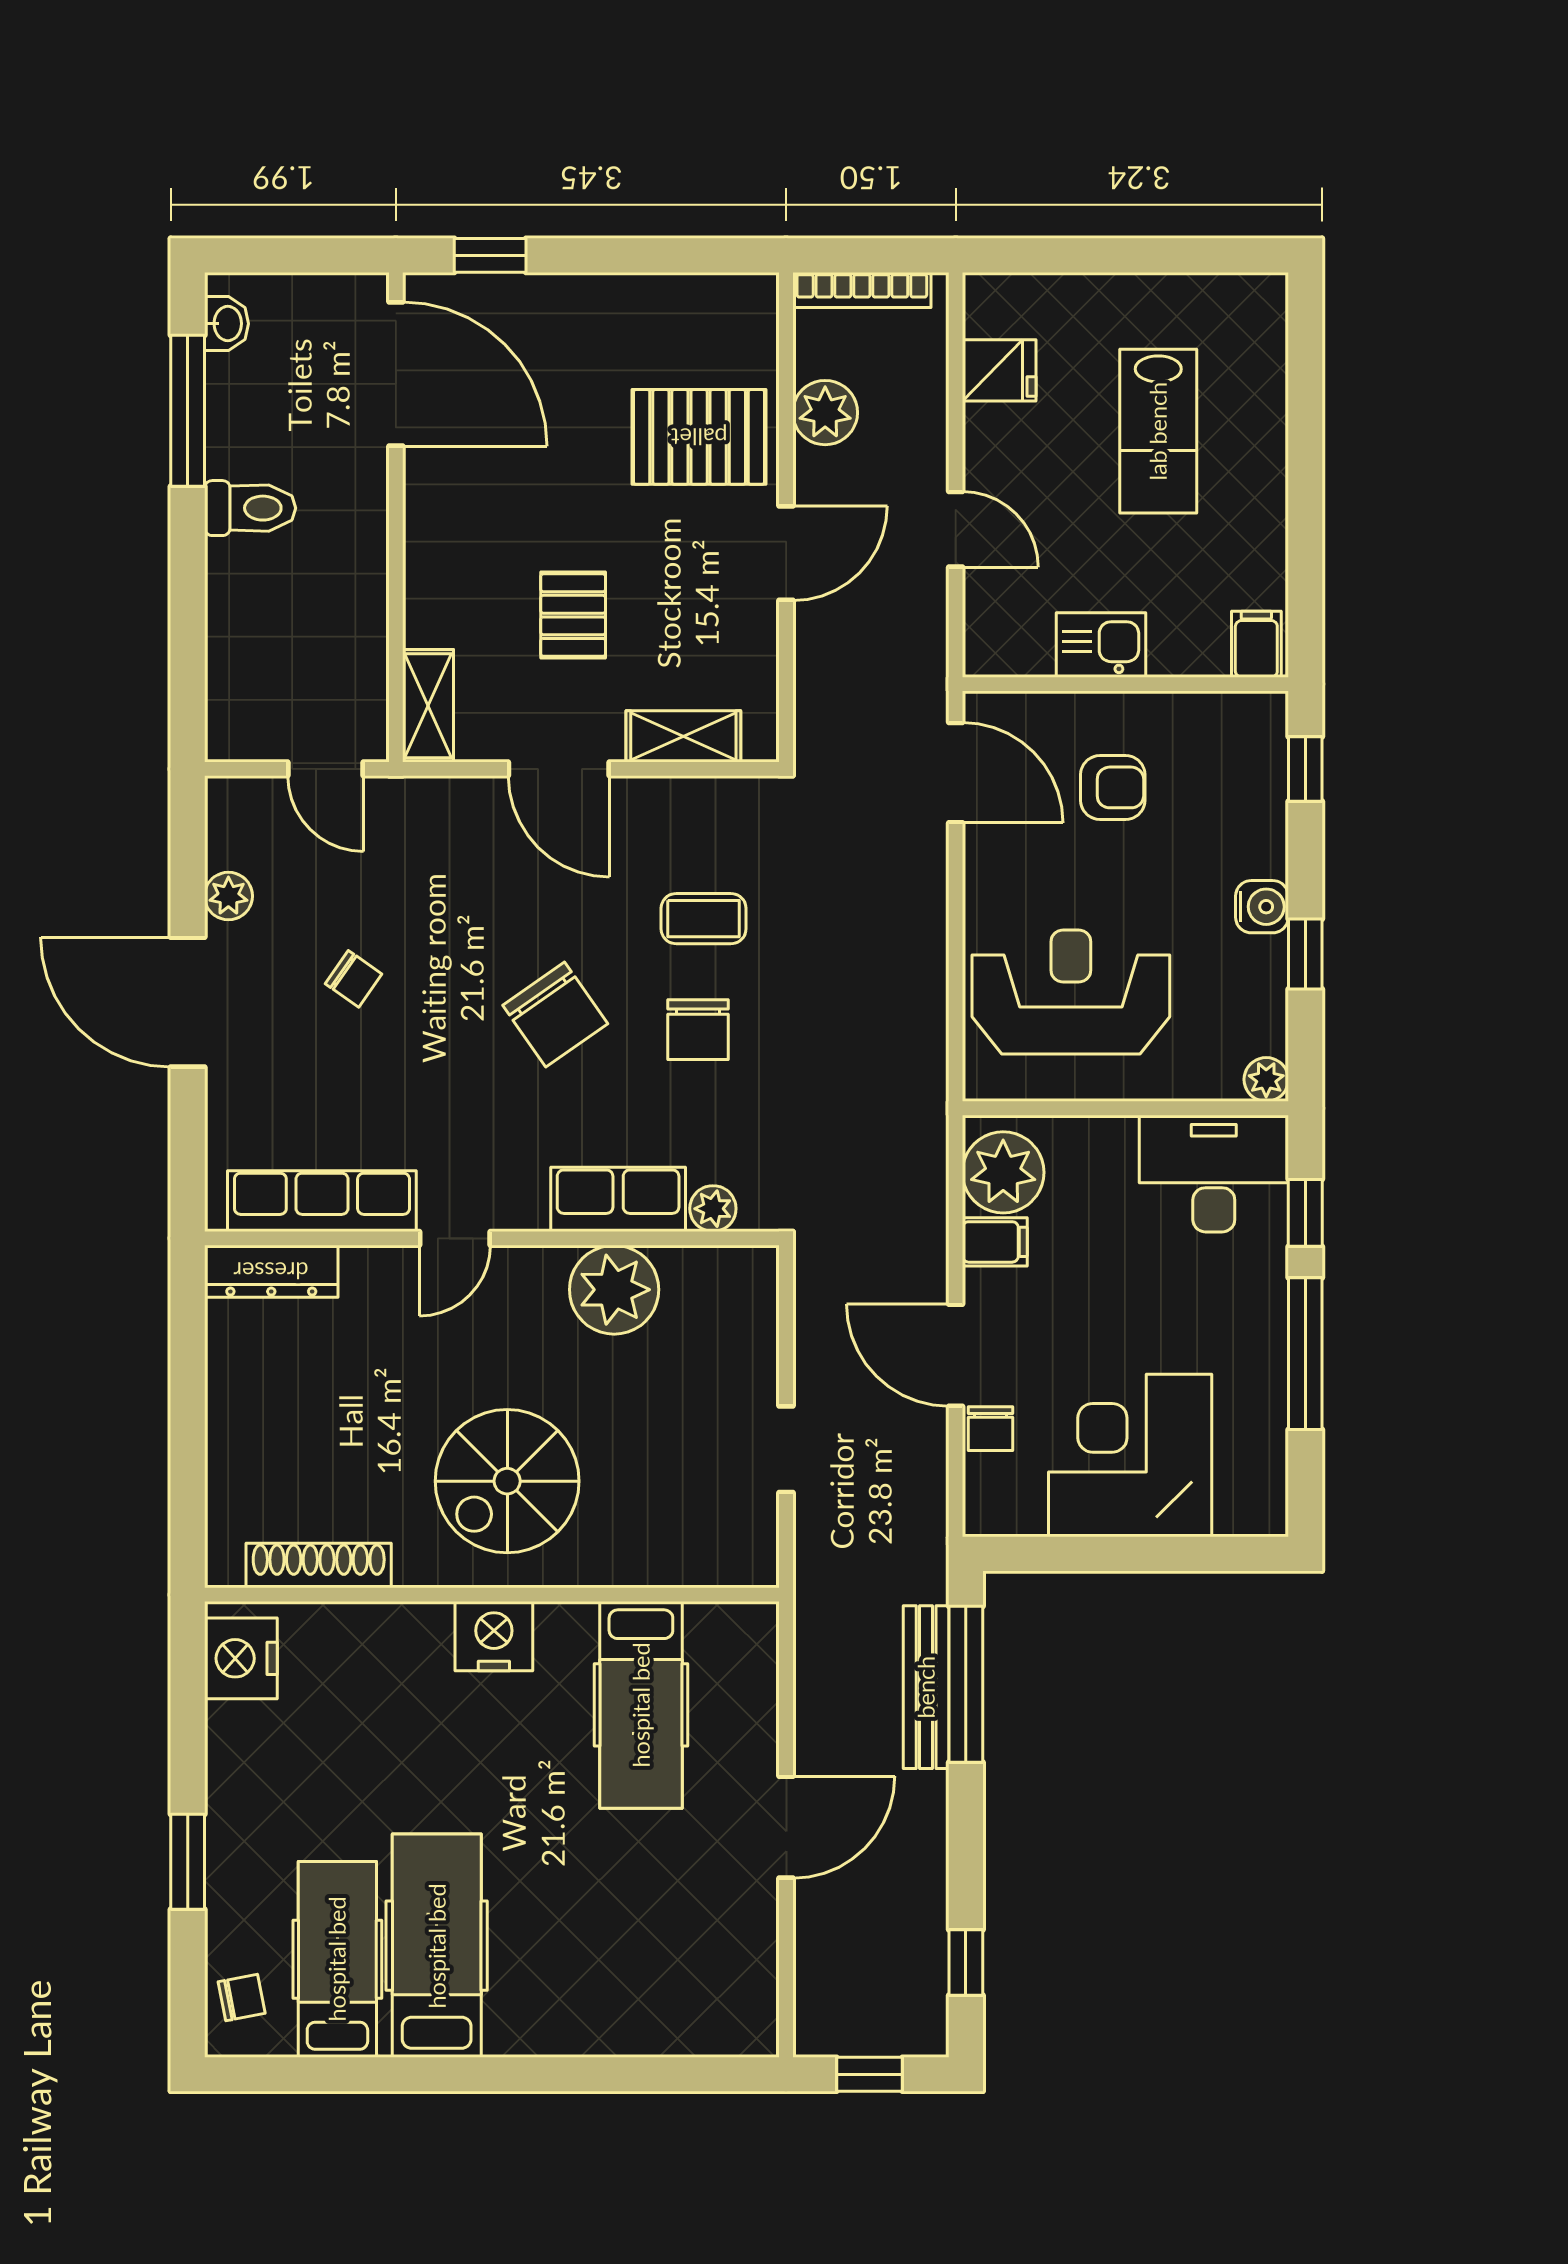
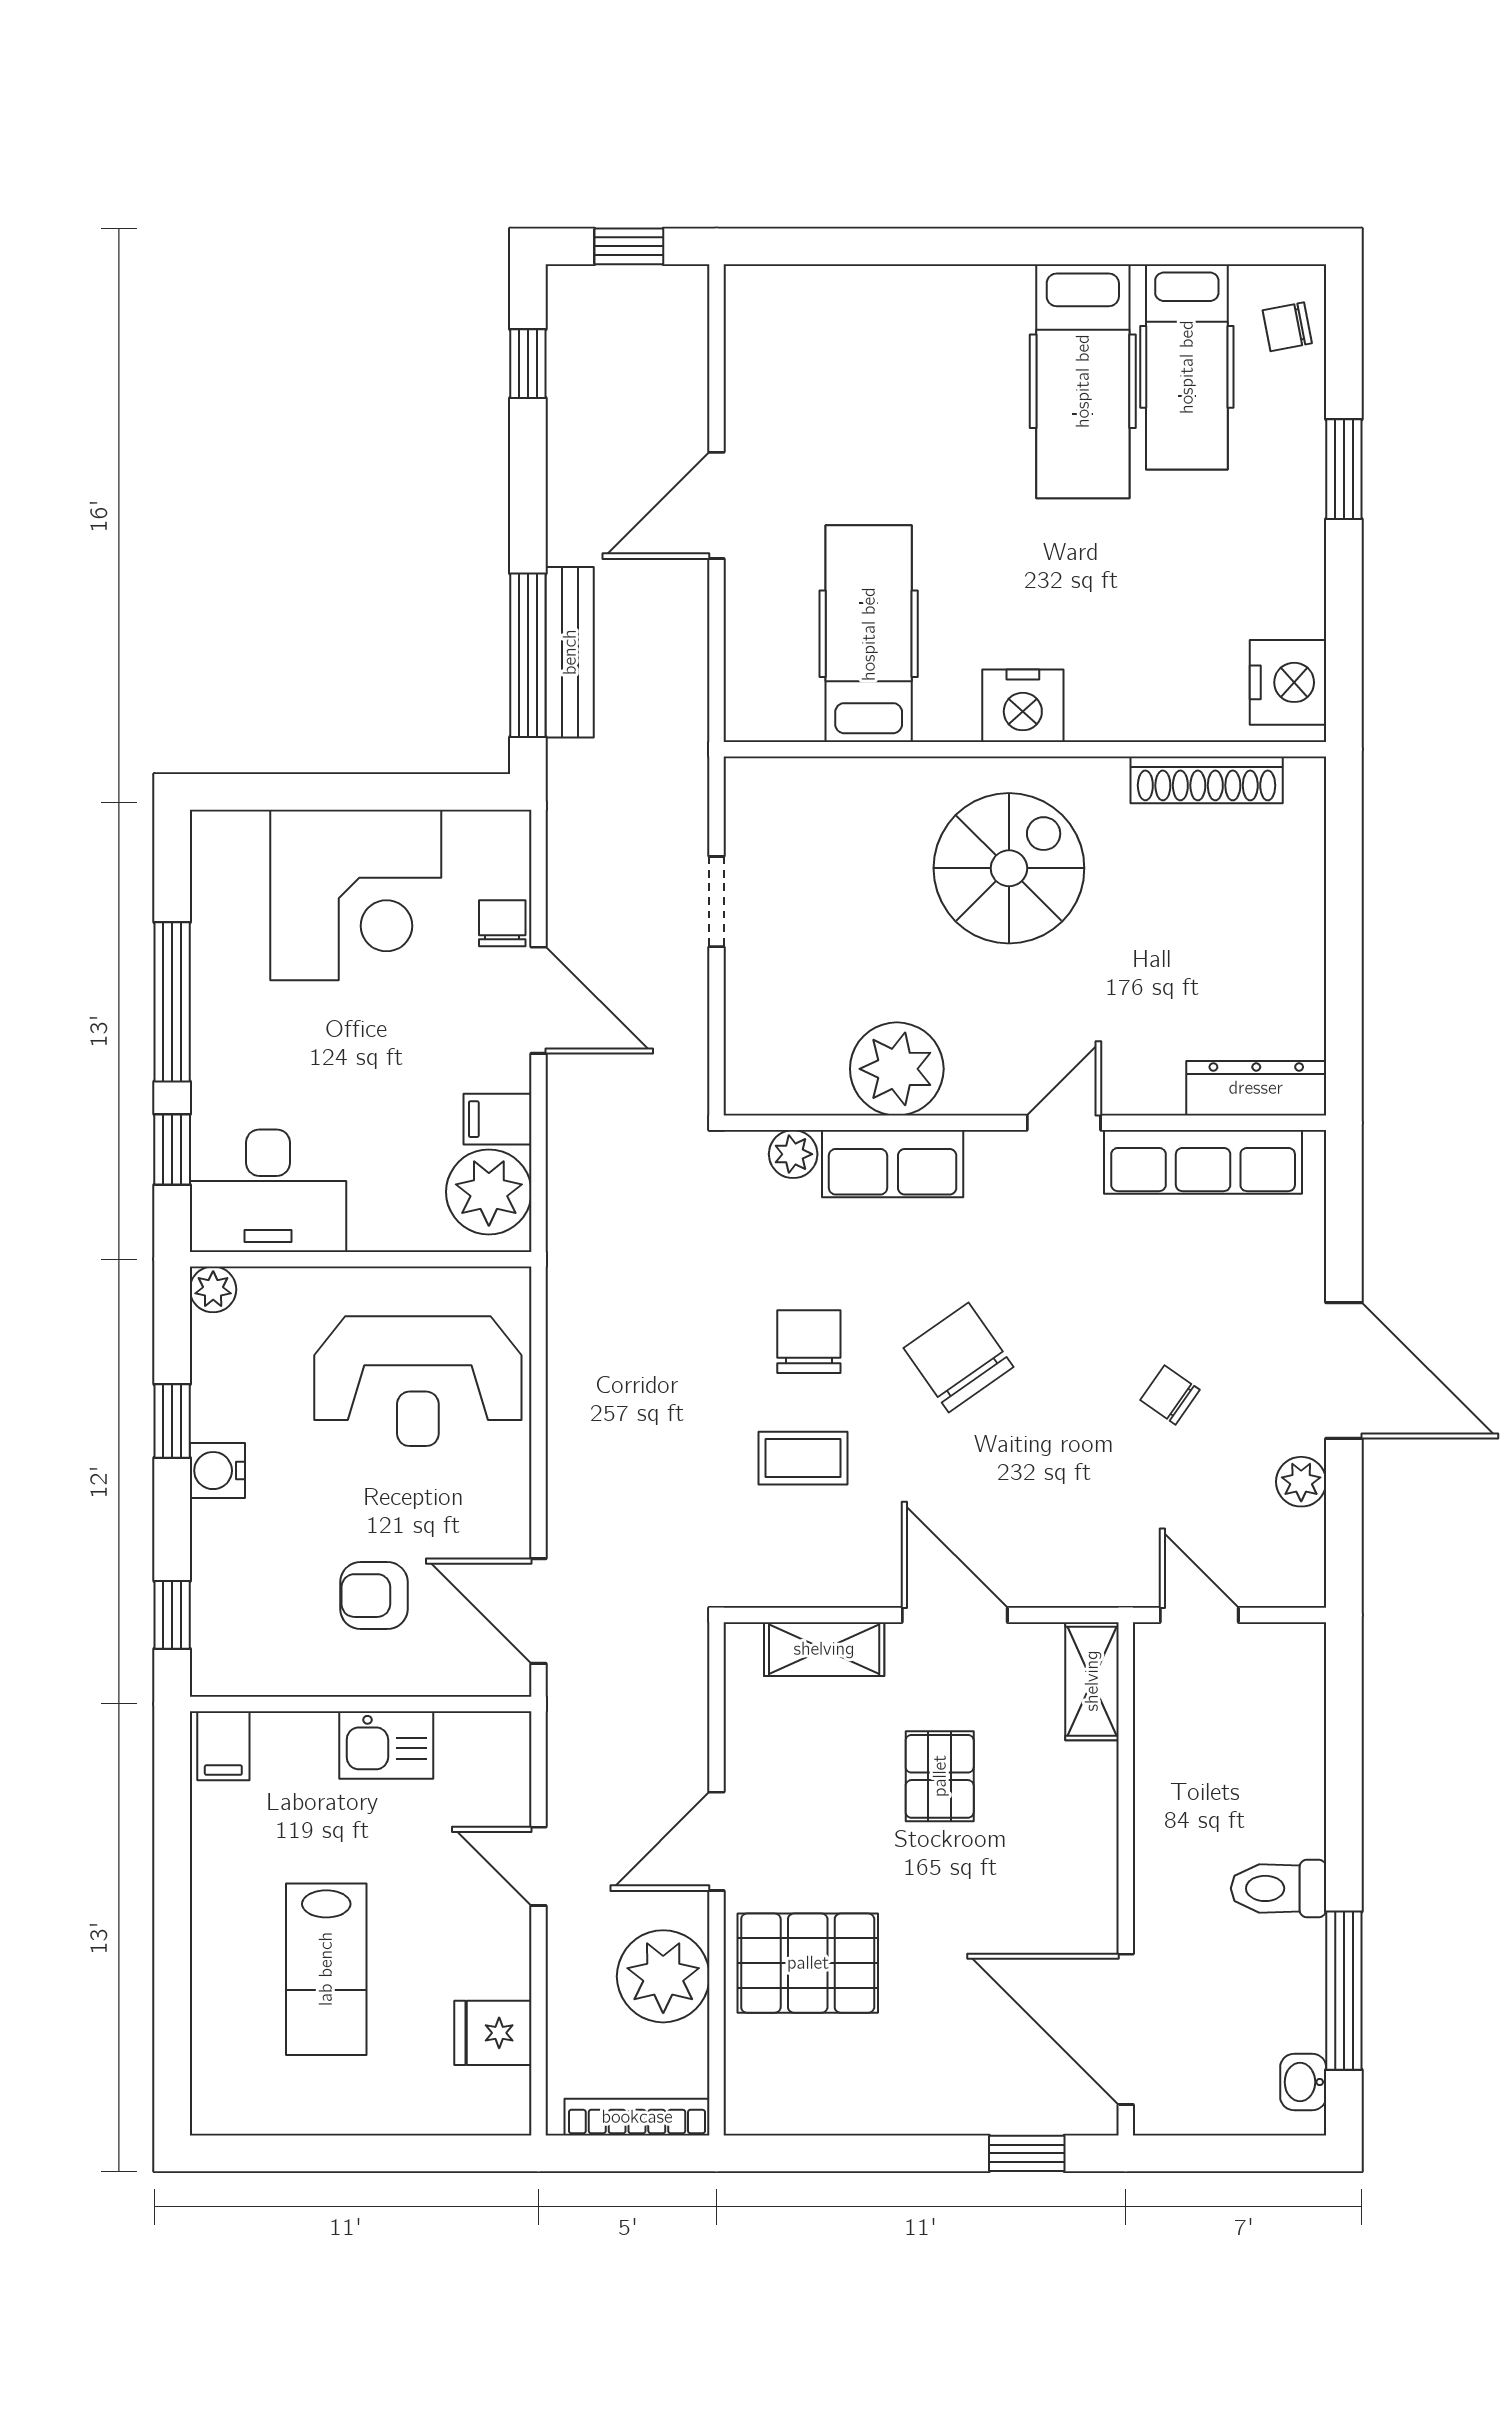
plant: (825, 413) -> (663, 1976), width x1.36, depth x1.36
lab bench: (1158, 431) -> (326, 1969), turned 180

